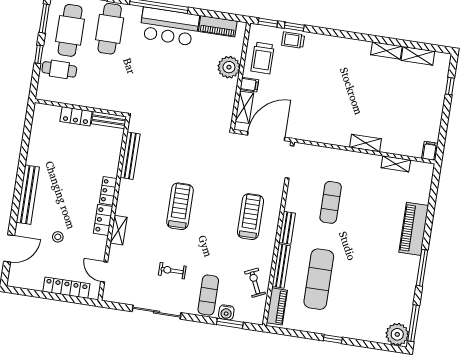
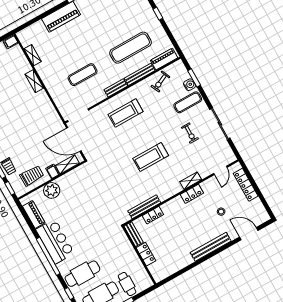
locker: (108, 191) -> (153, 215), moved

